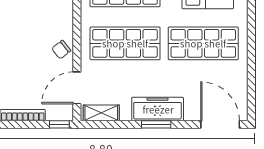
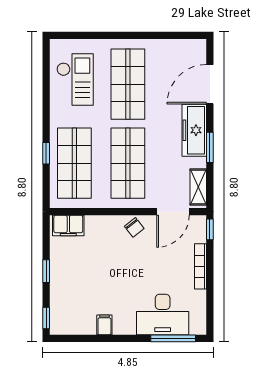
door: (77, 88) -> (173, 212), hinge flipped
window: (156, 124) -> (210, 147), moved
door: (220, 124) -> (210, 84), moved

